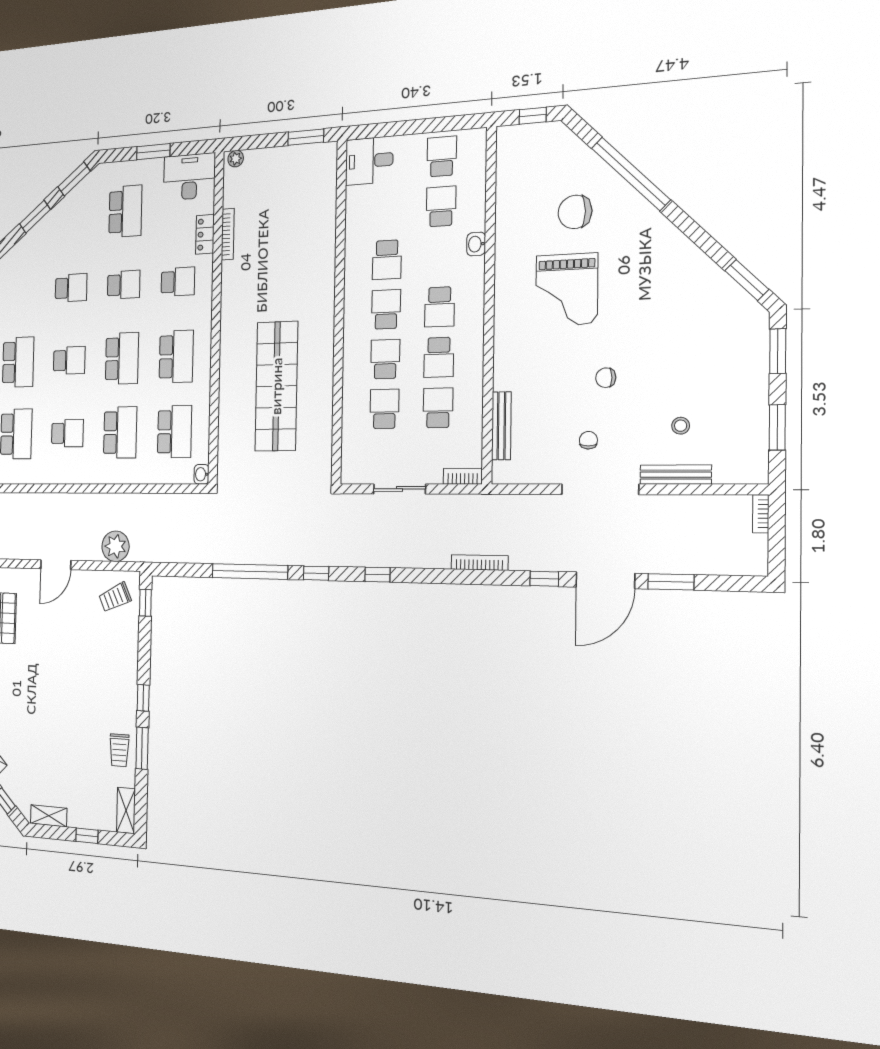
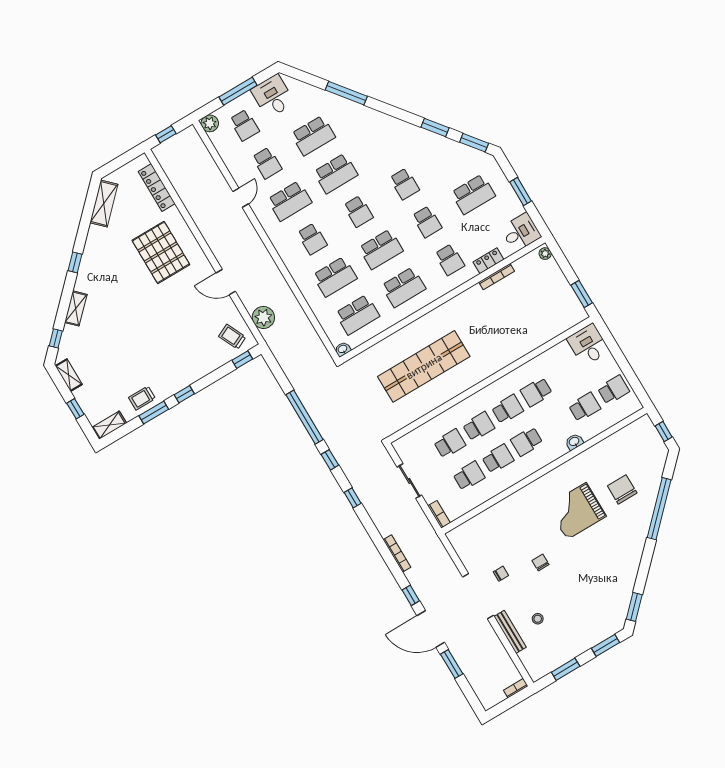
desk: (189, 177) -> (521, 232), width x0.73
school desk: (439, 357) -> (498, 459), turned 180
bench: (501, 426) -> (480, 520), removed

